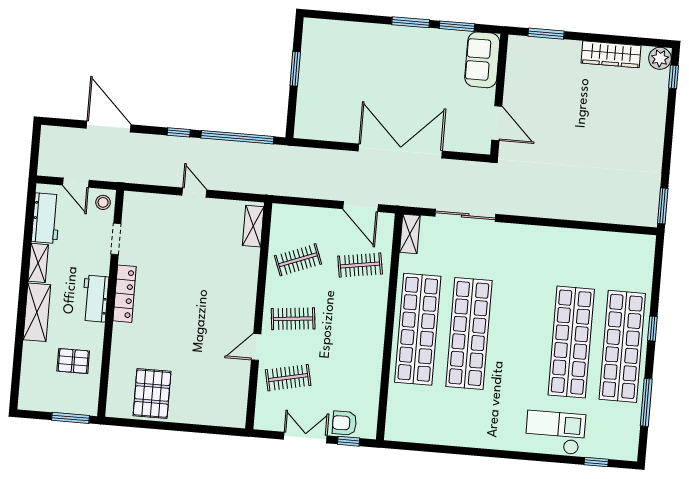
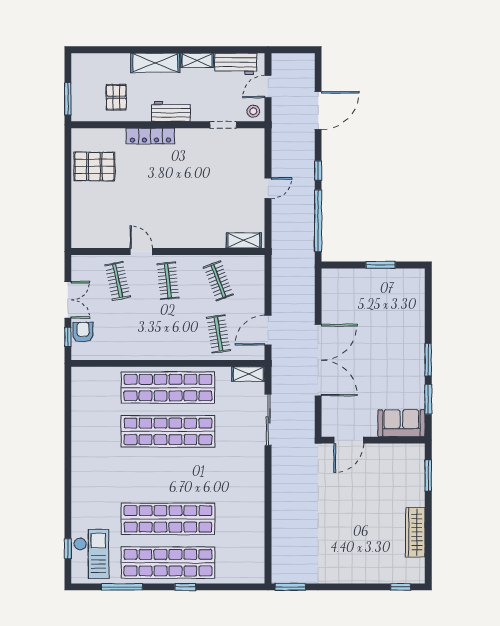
plant: (660, 58) -> (415, 574), removed
locker: (125, 294) -> (150, 136), moved
checkout: (555, 433) -> (91, 554), moved

